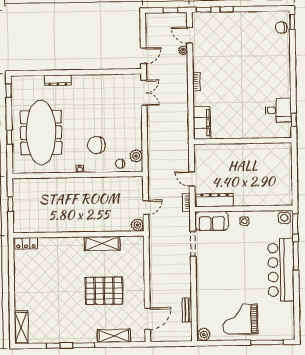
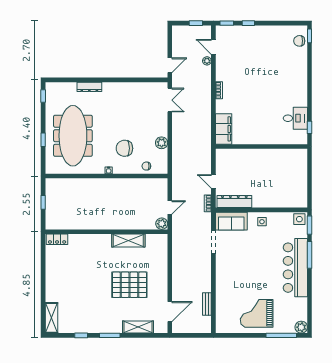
plant: (136, 156) -> (162, 143), moved
plant: (204, 334) -> (301, 327), moved

